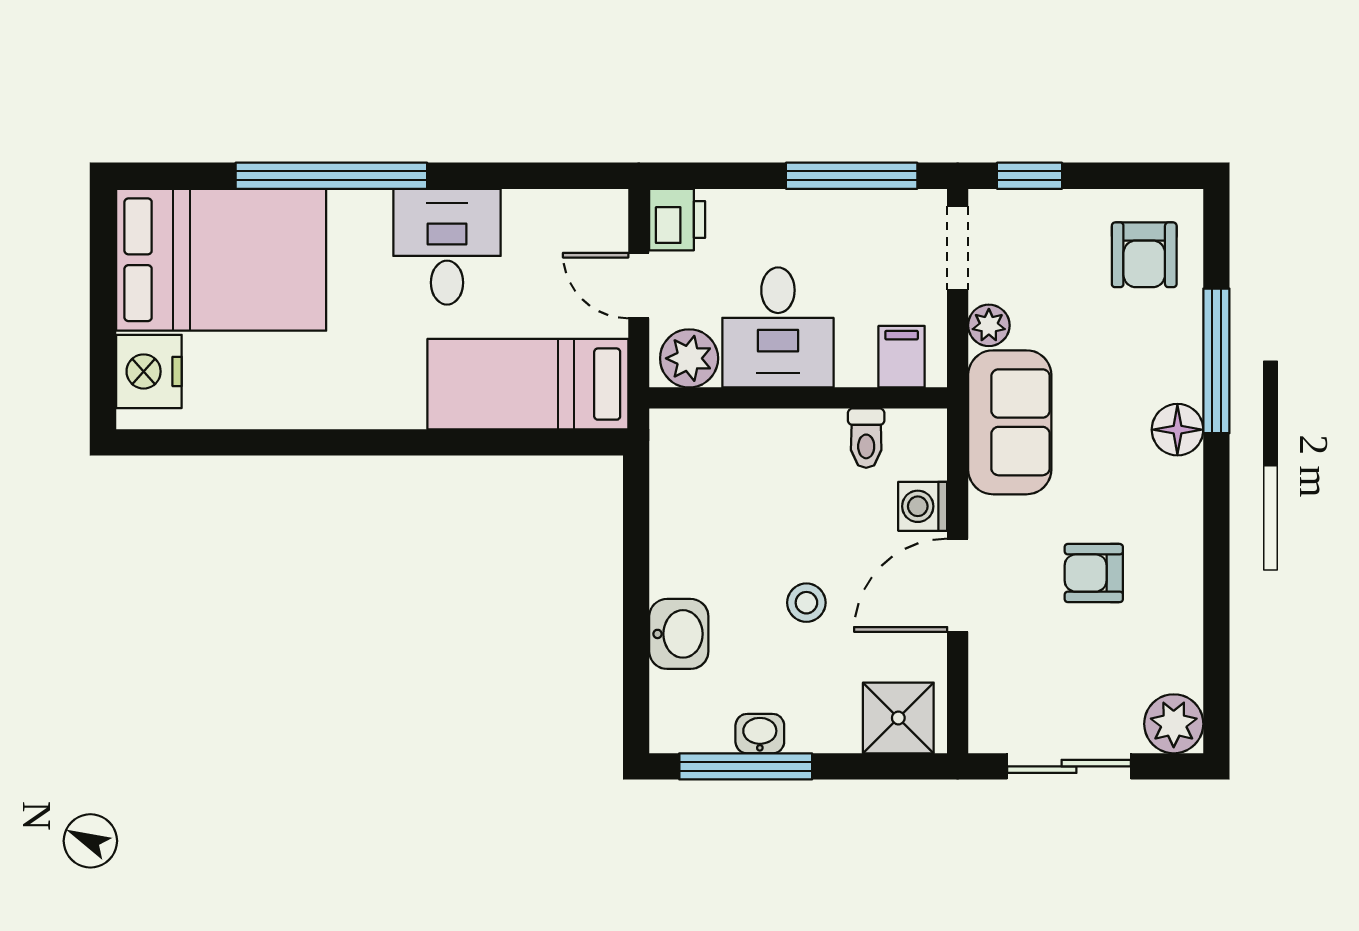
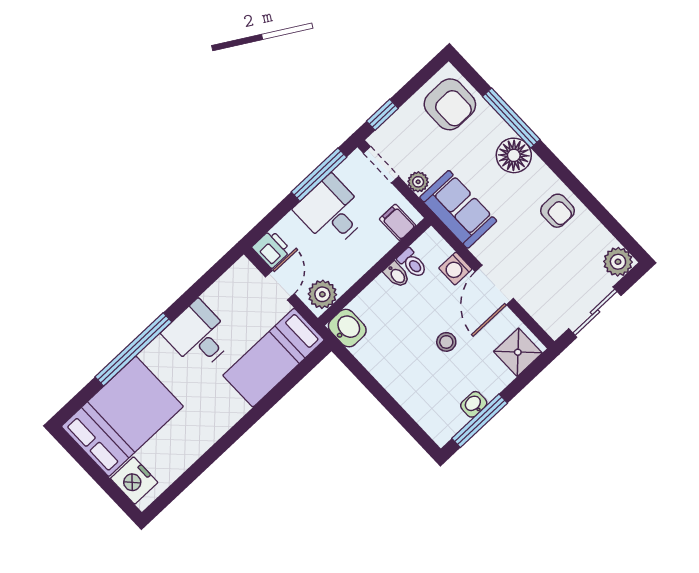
armchair: (1144, 255) -> (450, 104), width x1.38, depth x1.38
door: (639, 286) -> (280, 285), swing flipped
desk: (778, 327) -> (331, 212), moved, turned 180
floor lamp: (1177, 430) -> (514, 155), width x1.38, depth x1.38
bidet: (827, 433) -> (397, 275), added
armchair: (1094, 573) -> (557, 211), moved, turned -90
washbasin: (679, 634) -> (347, 328), moved

